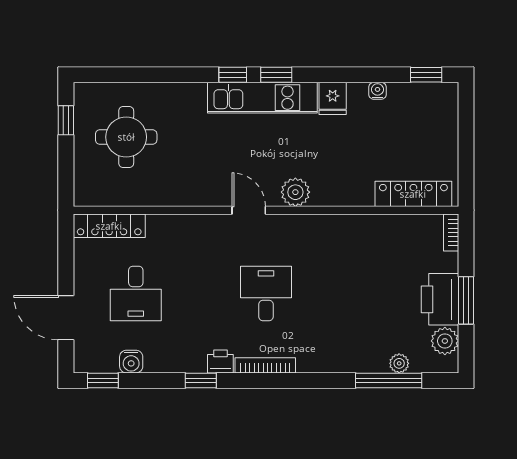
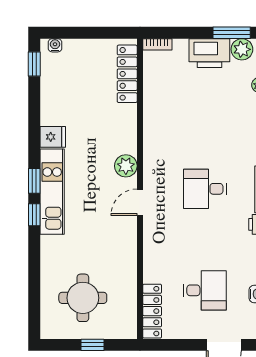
water cooler: (377, 91) -> (55, 45), moved, turned 90
window: (66, 120) -> (93, 345), moved
window: (466, 300) -> (232, 33), moved

